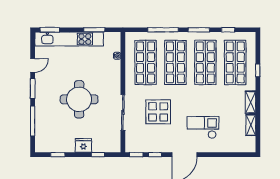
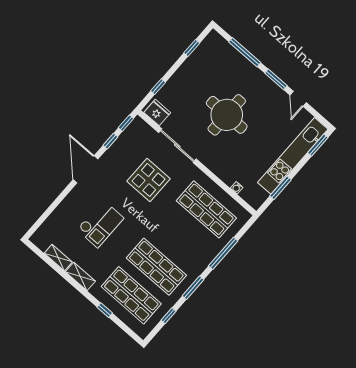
shop shelf: (175, 62) -> (181, 238), removed
checkout: (203, 127) -> (100, 224), moved
fridge: (83, 145) -> (157, 113), moved, turned -90

